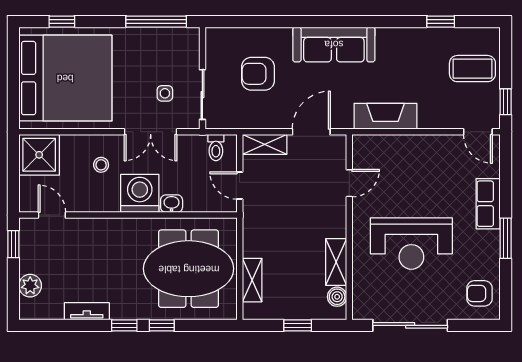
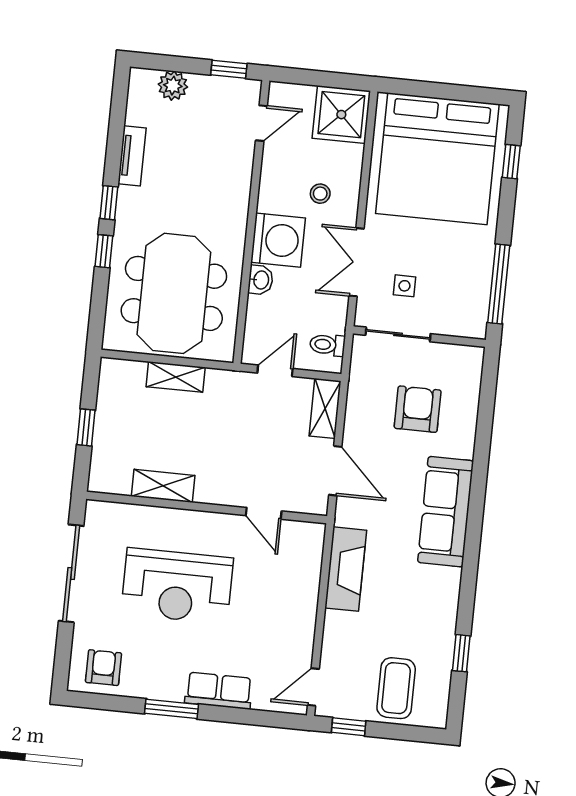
reception desk: (411, 244) -> (177, 586), turned -90
shelving: (252, 280) -> (176, 377), moved
boiler: (337, 297) -> (118, 482), removed

